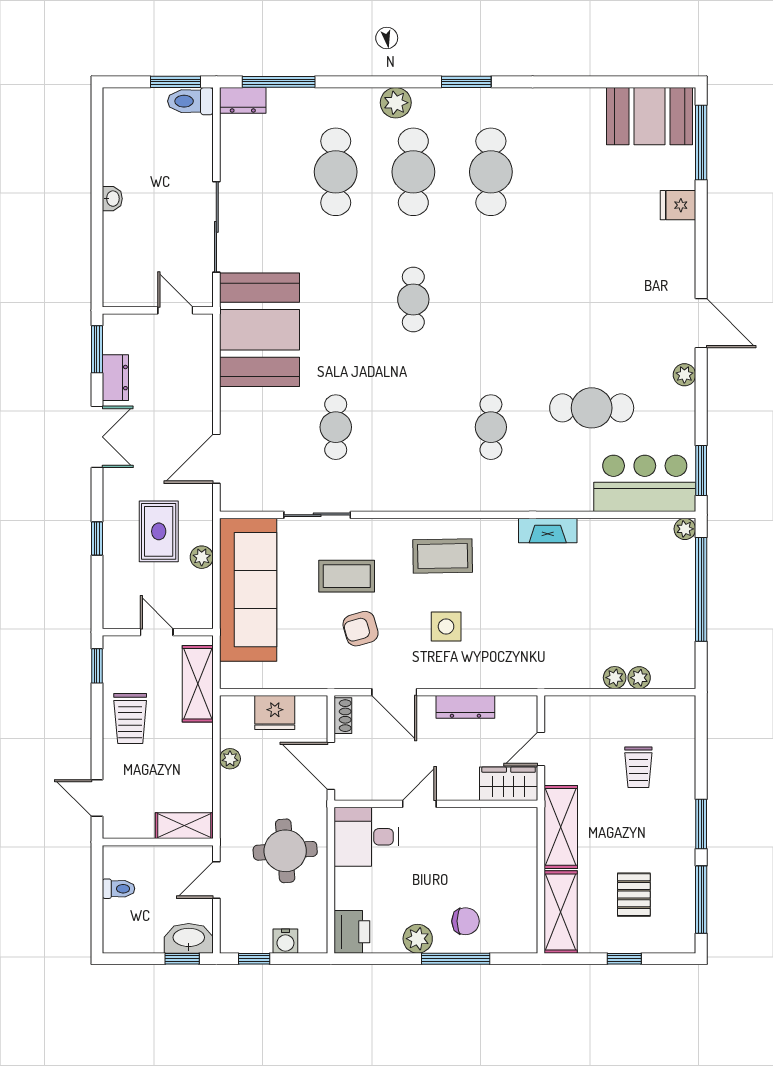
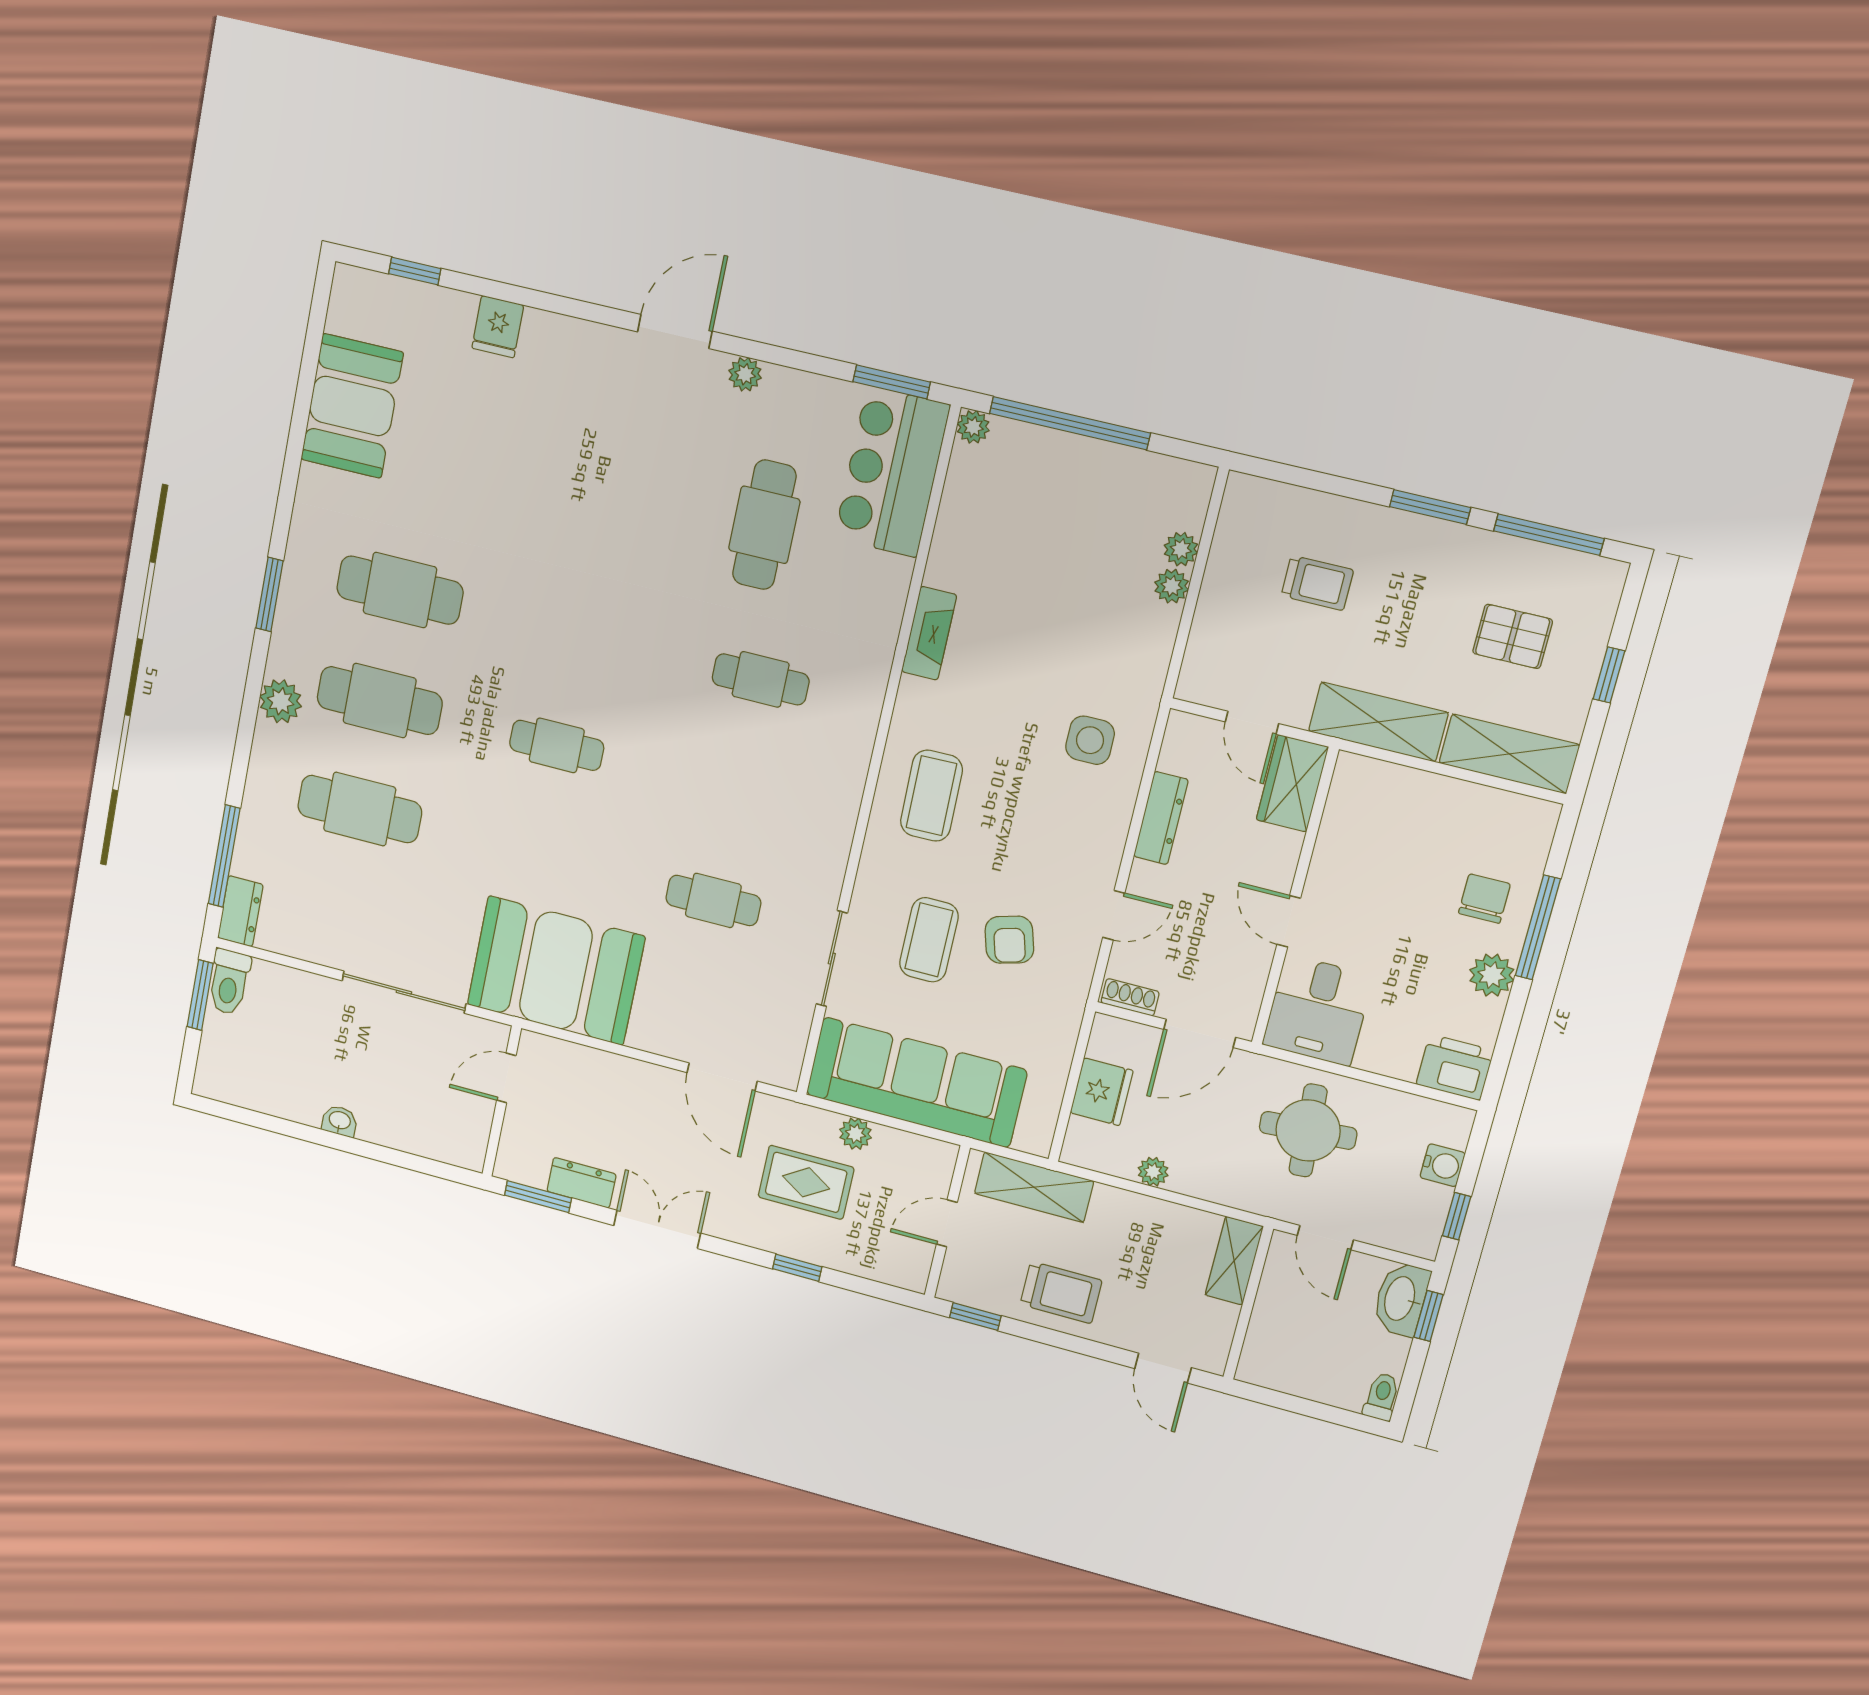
booth: (649, 116) -> (352, 406), moved
window: (701, 142) -> (415, 271), width x0.46
side table: (446, 626) -> (1090, 740), moved
door: (394, 692) -> (1114, 915), width x0.73
door: (97, 798) -> (1163, 1368), hinge flipped
toilet: (119, 889) -> (1382, 1397), moved

